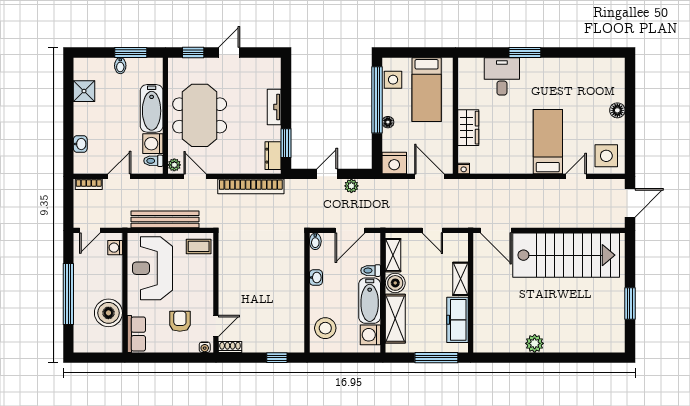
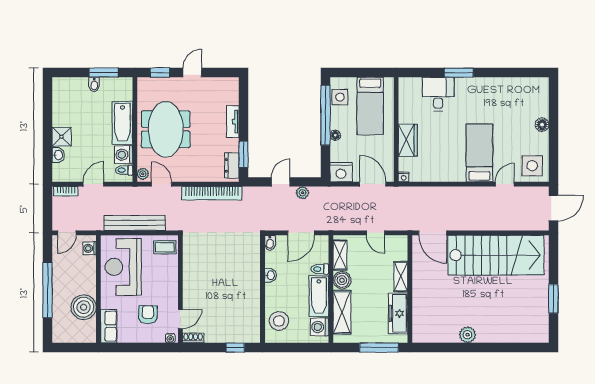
shower: (84, 91) -> (62, 137), moved

